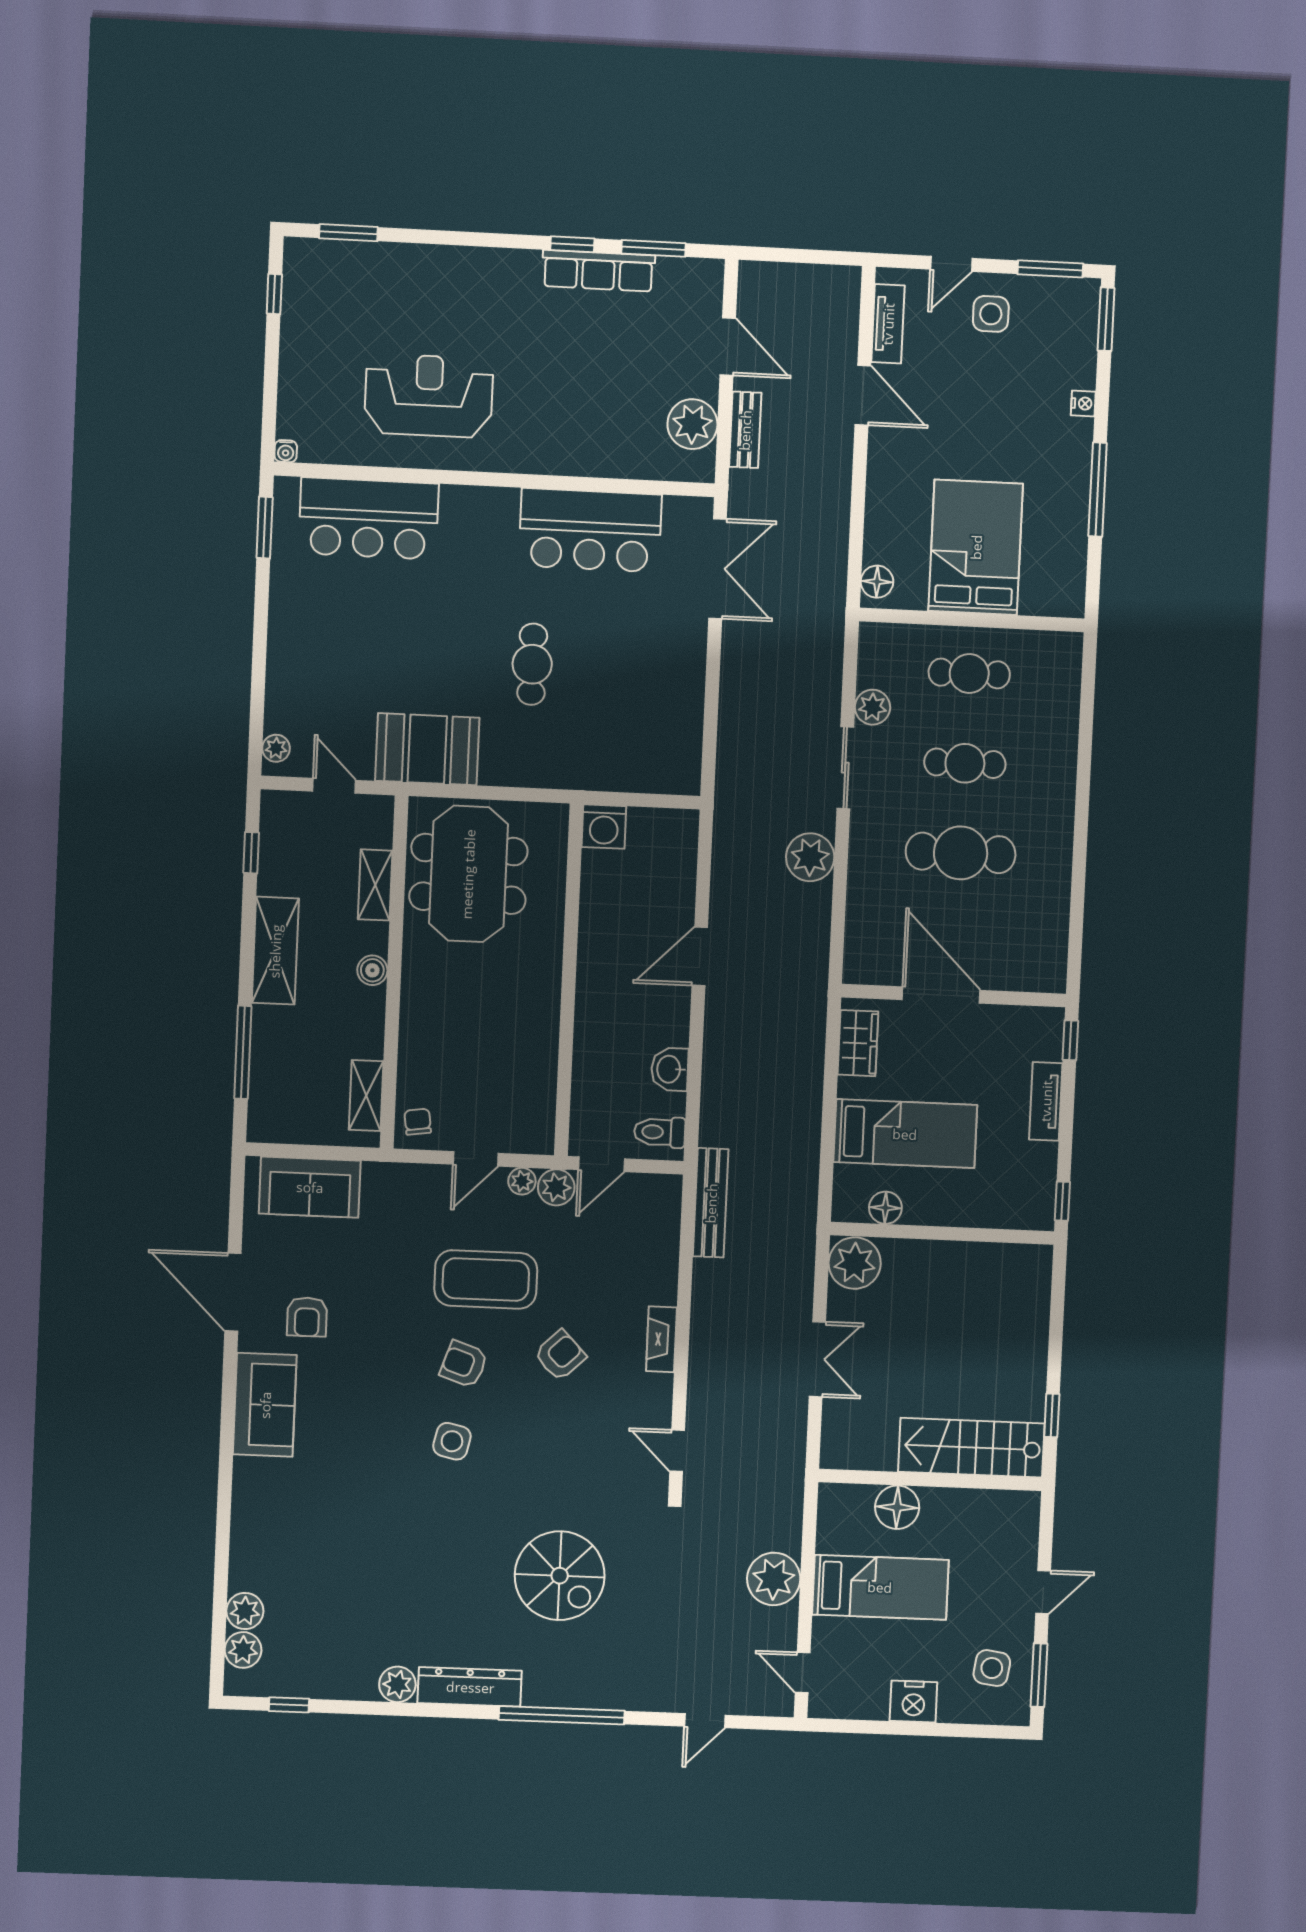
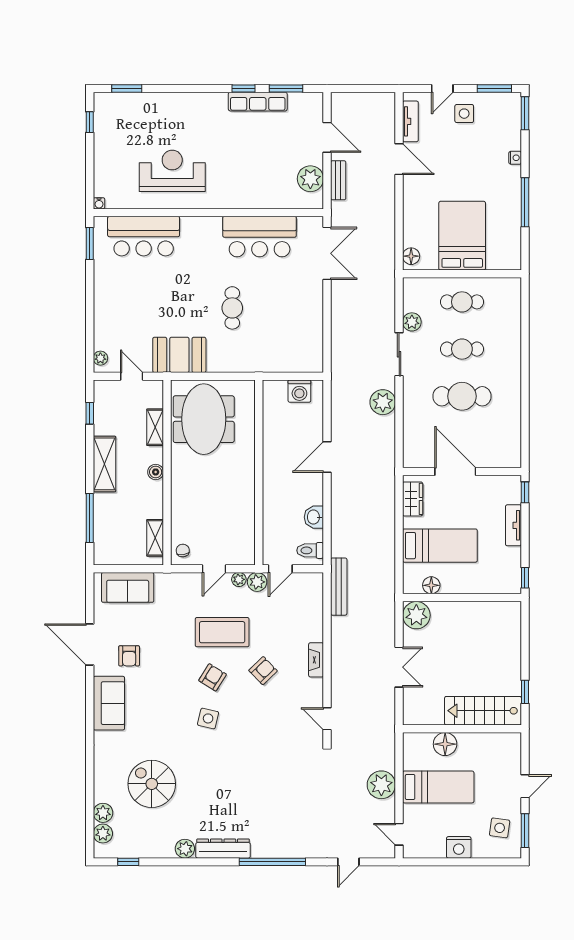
washing machine: (604, 827) -> (299, 391), moved
armchair: (464, 1364) -> (213, 677), turned 103
spiral stairs: (560, 1576) -> (152, 784), moved, turned 180

